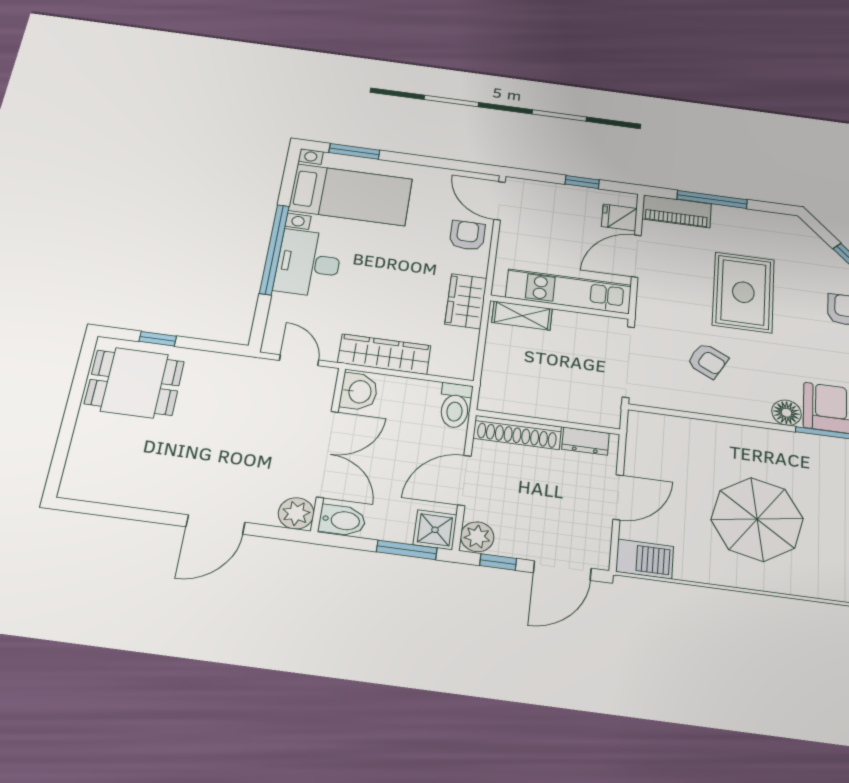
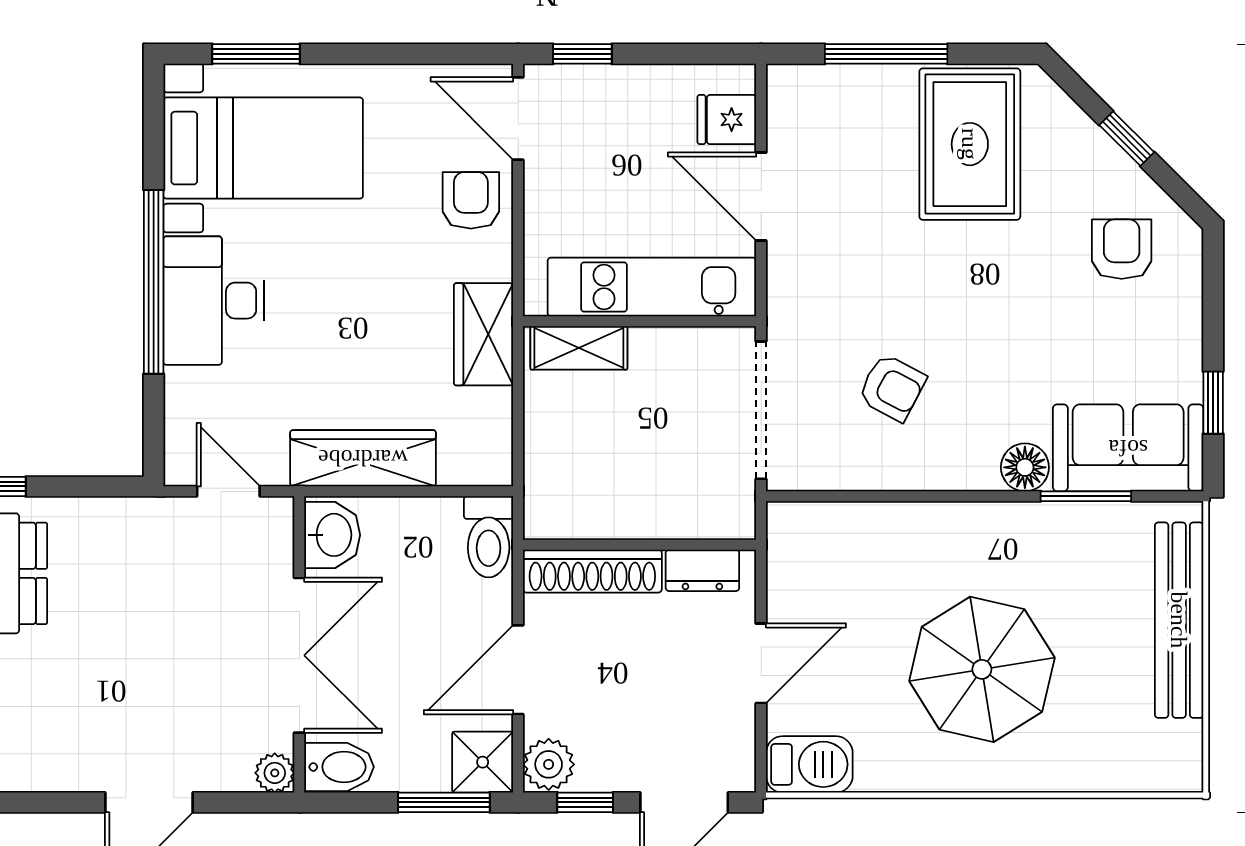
window: (582, 182) -> (582, 54), moved
piano: (677, 211) -> (825, 90), removed
door: (636, 256) -> (761, 196), hinge flipped
rug: (743, 292) -> (970, 144), moved
plant: (296, 513) -> (275, 773), width x0.73, depth x0.73

